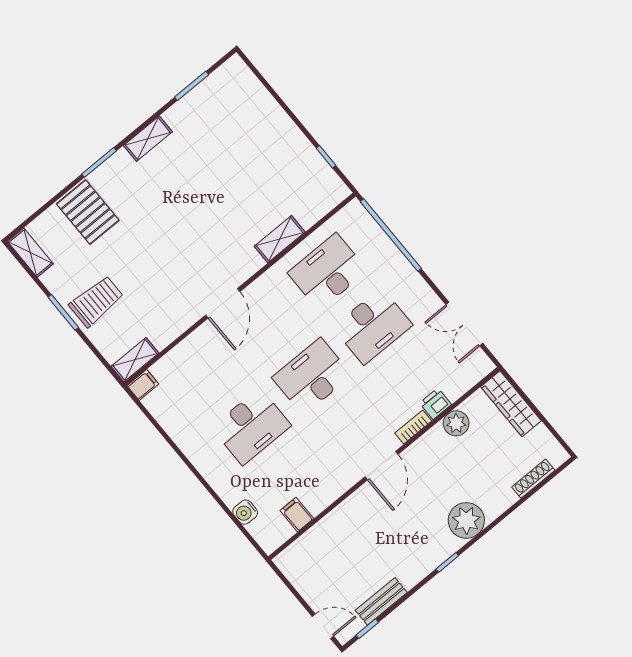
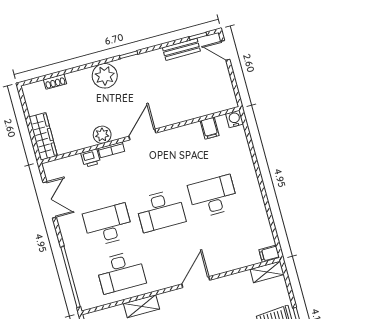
plant: (456, 423) -> (102, 135), moved
shoe rack: (533, 479) -> (55, 82), width x0.70
water cooler: (245, 512) -> (235, 119), moved, turned -90

